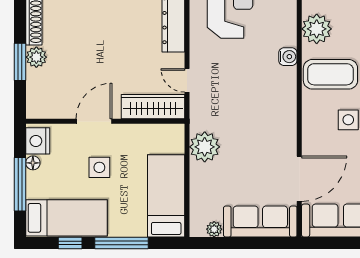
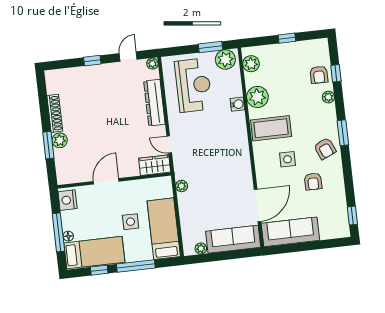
water cooler: (288, 57) -> (237, 104), moved
wardrobe: (153, 107) -> (155, 165), width x0.67
plant: (205, 147) -> (182, 186), width x0.53, depth x0.53
floor lamp: (33, 163) -> (68, 236), moved
side table: (99, 167) -> (131, 222), moved

